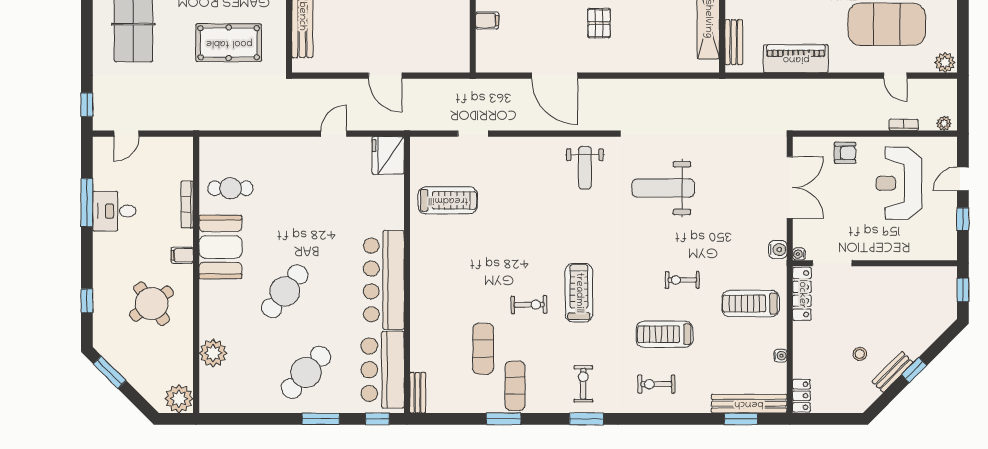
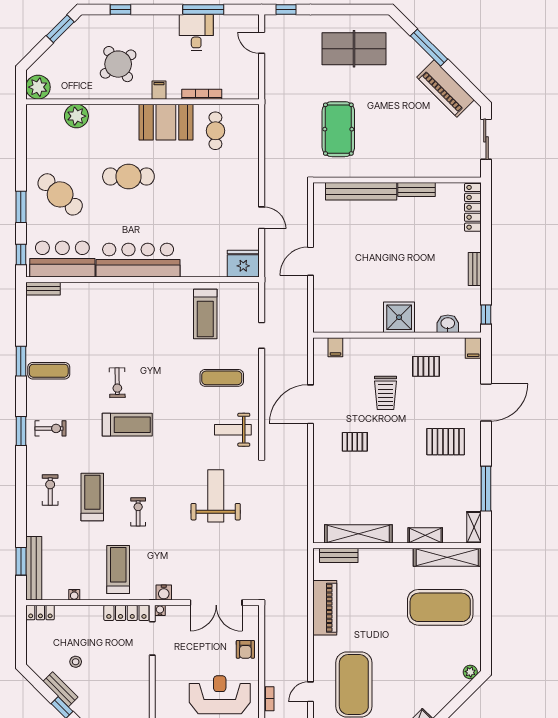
filing cabinet: (487, 20) -> (335, 347), moved
cafe table: (285, 291) -> (128, 177), turned -38
exercise mat: (483, 349) -> (222, 378), moved

